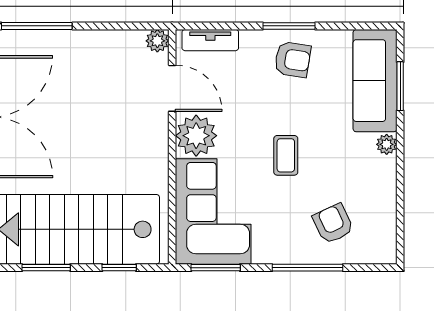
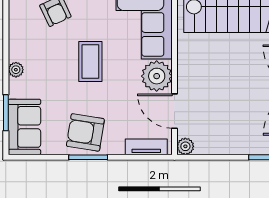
armchair: (293, 60) -> (85, 132), width x1.38, depth x1.38
sofa: (375, 81) -> (24, 127), width x0.73
coffee table: (286, 155) -> (90, 62), width x1.36, depth x1.30

